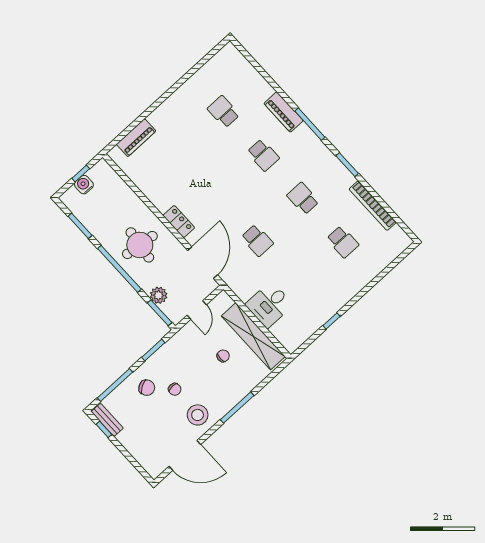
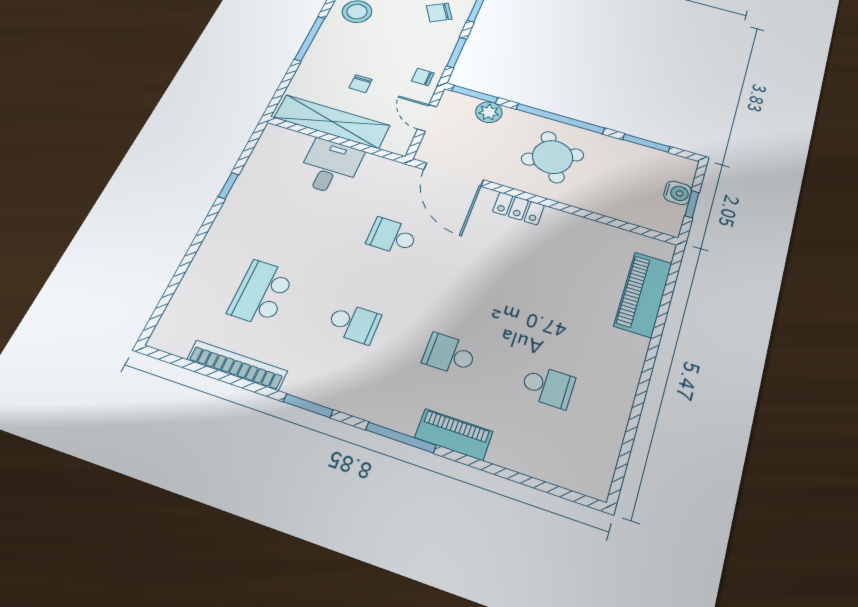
piano: (136, 138) -> (643, 294), width x1.37, depth x1.33
school desk: (343, 242) -> (261, 293), width x1.85
round table: (140, 245) -> (553, 157), turned -33
chair: (175, 389) -> (423, 77), moved

